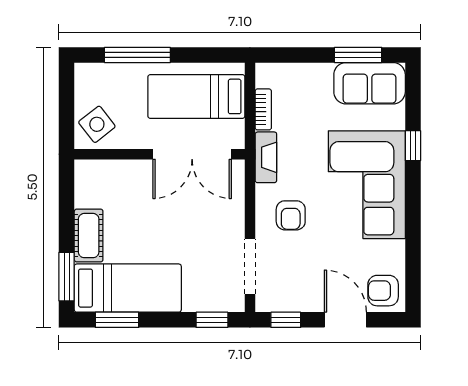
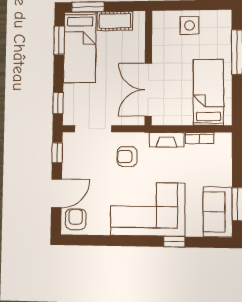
side table: (97, 124) -> (189, 25), turned 38
wall: (160, 154) -> (148, 68), moved
double door: (192, 154) -> (148, 90), moved

